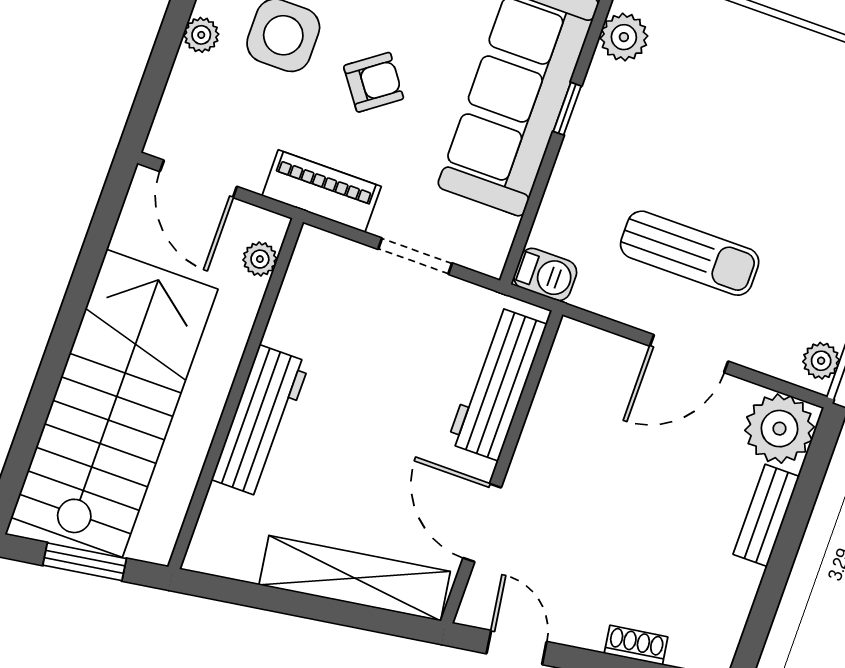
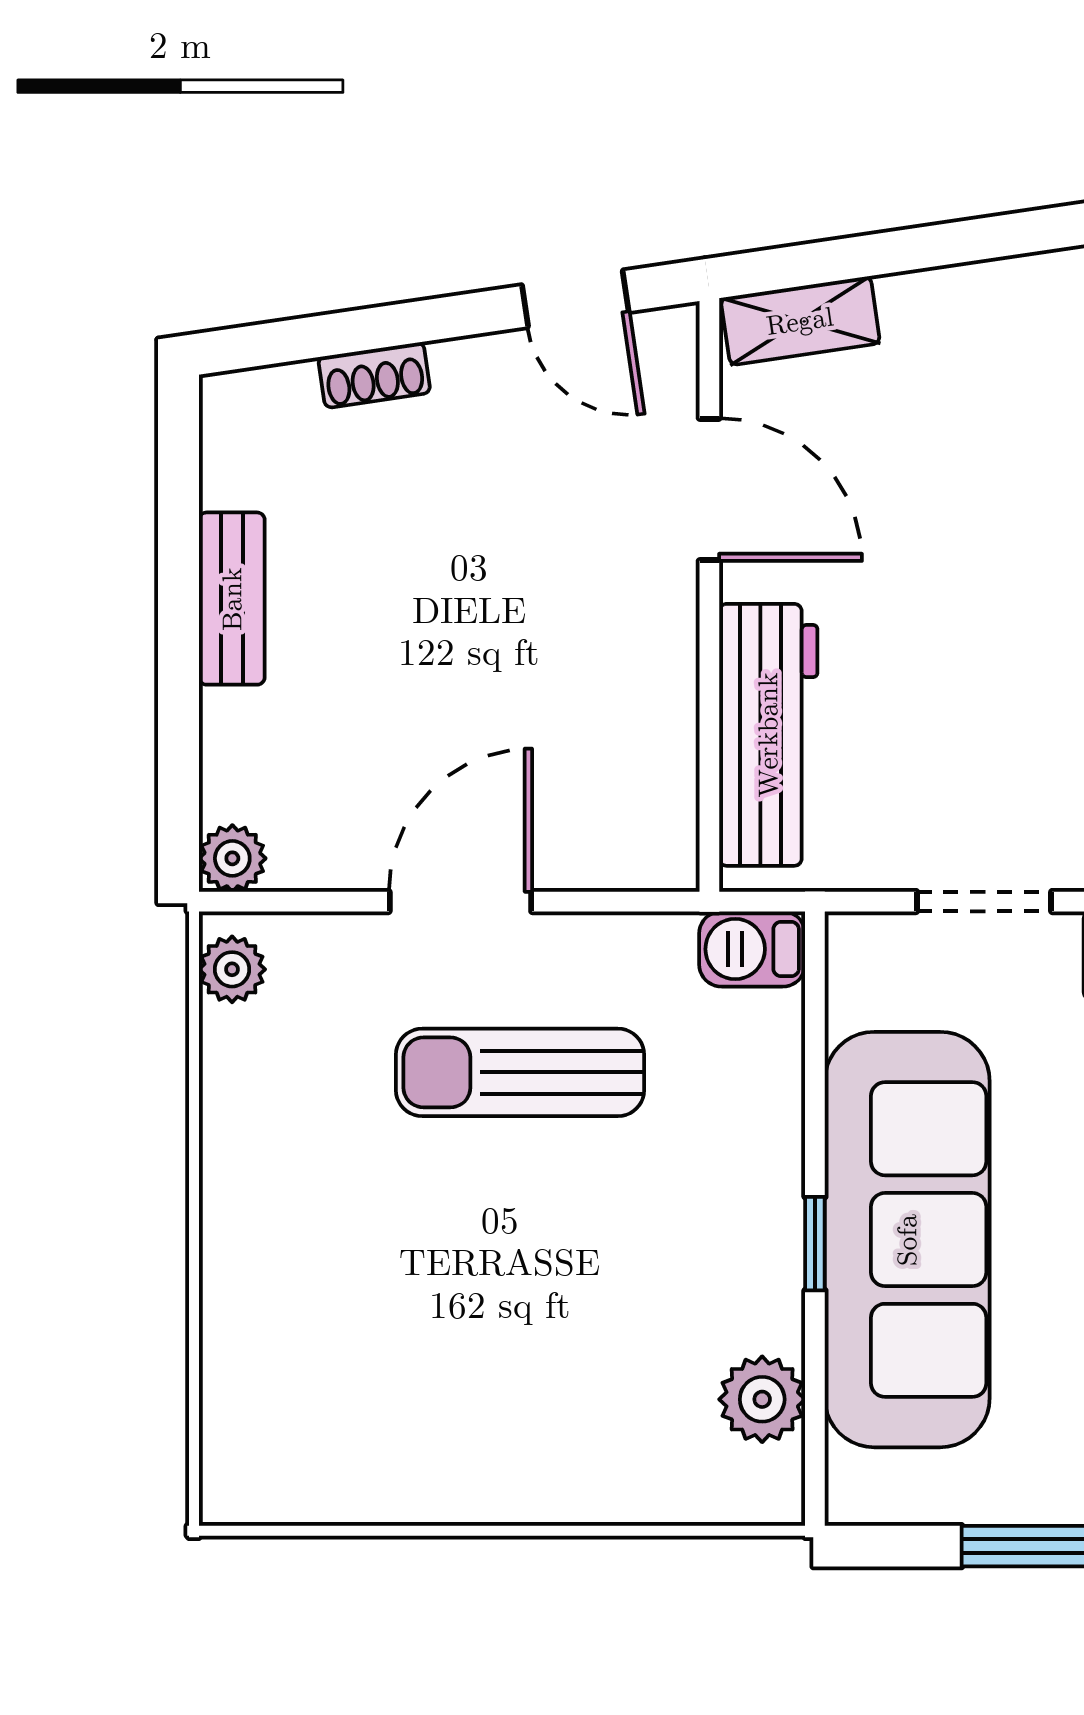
plant: (780, 429) -> (232, 858), width x0.53, depth x0.53
bench: (766, 515) -> (232, 599), moved
shelving: (355, 578) -> (800, 321), width x0.45, depth x0.75

